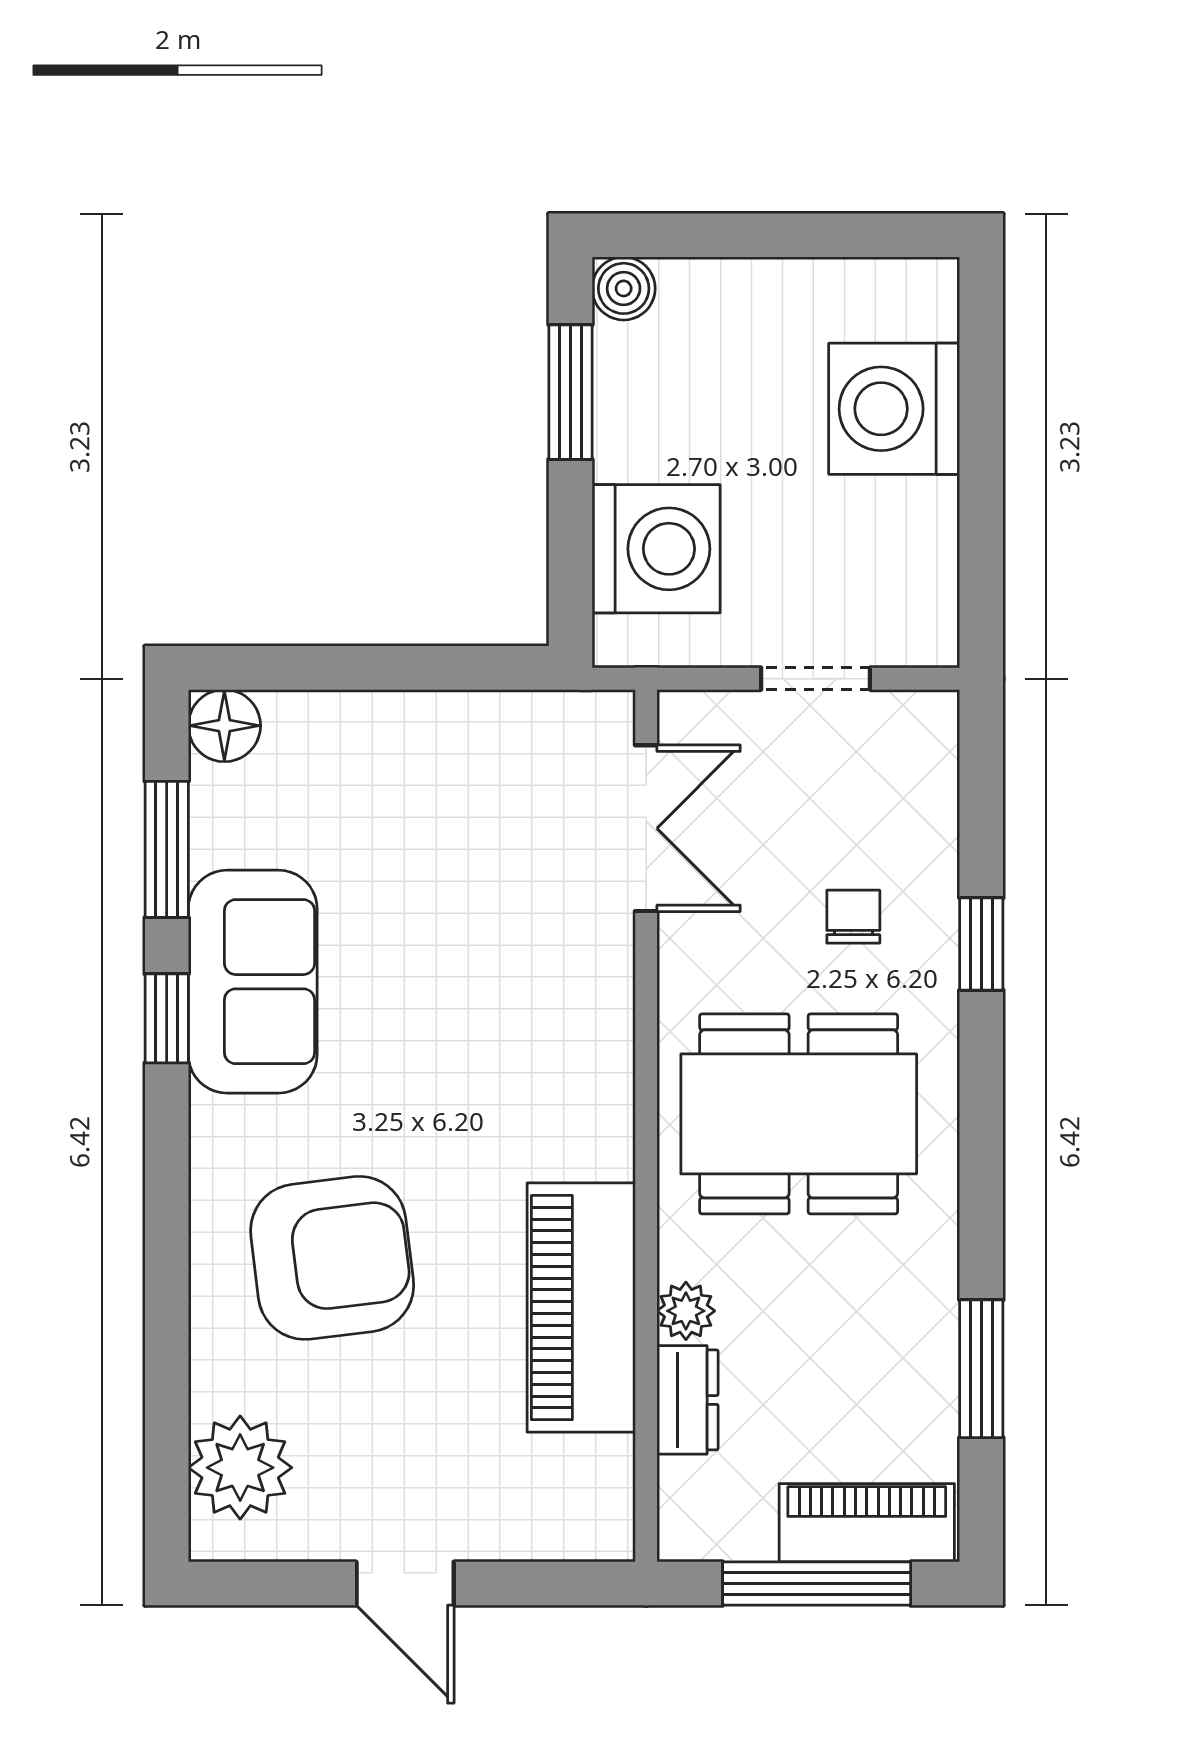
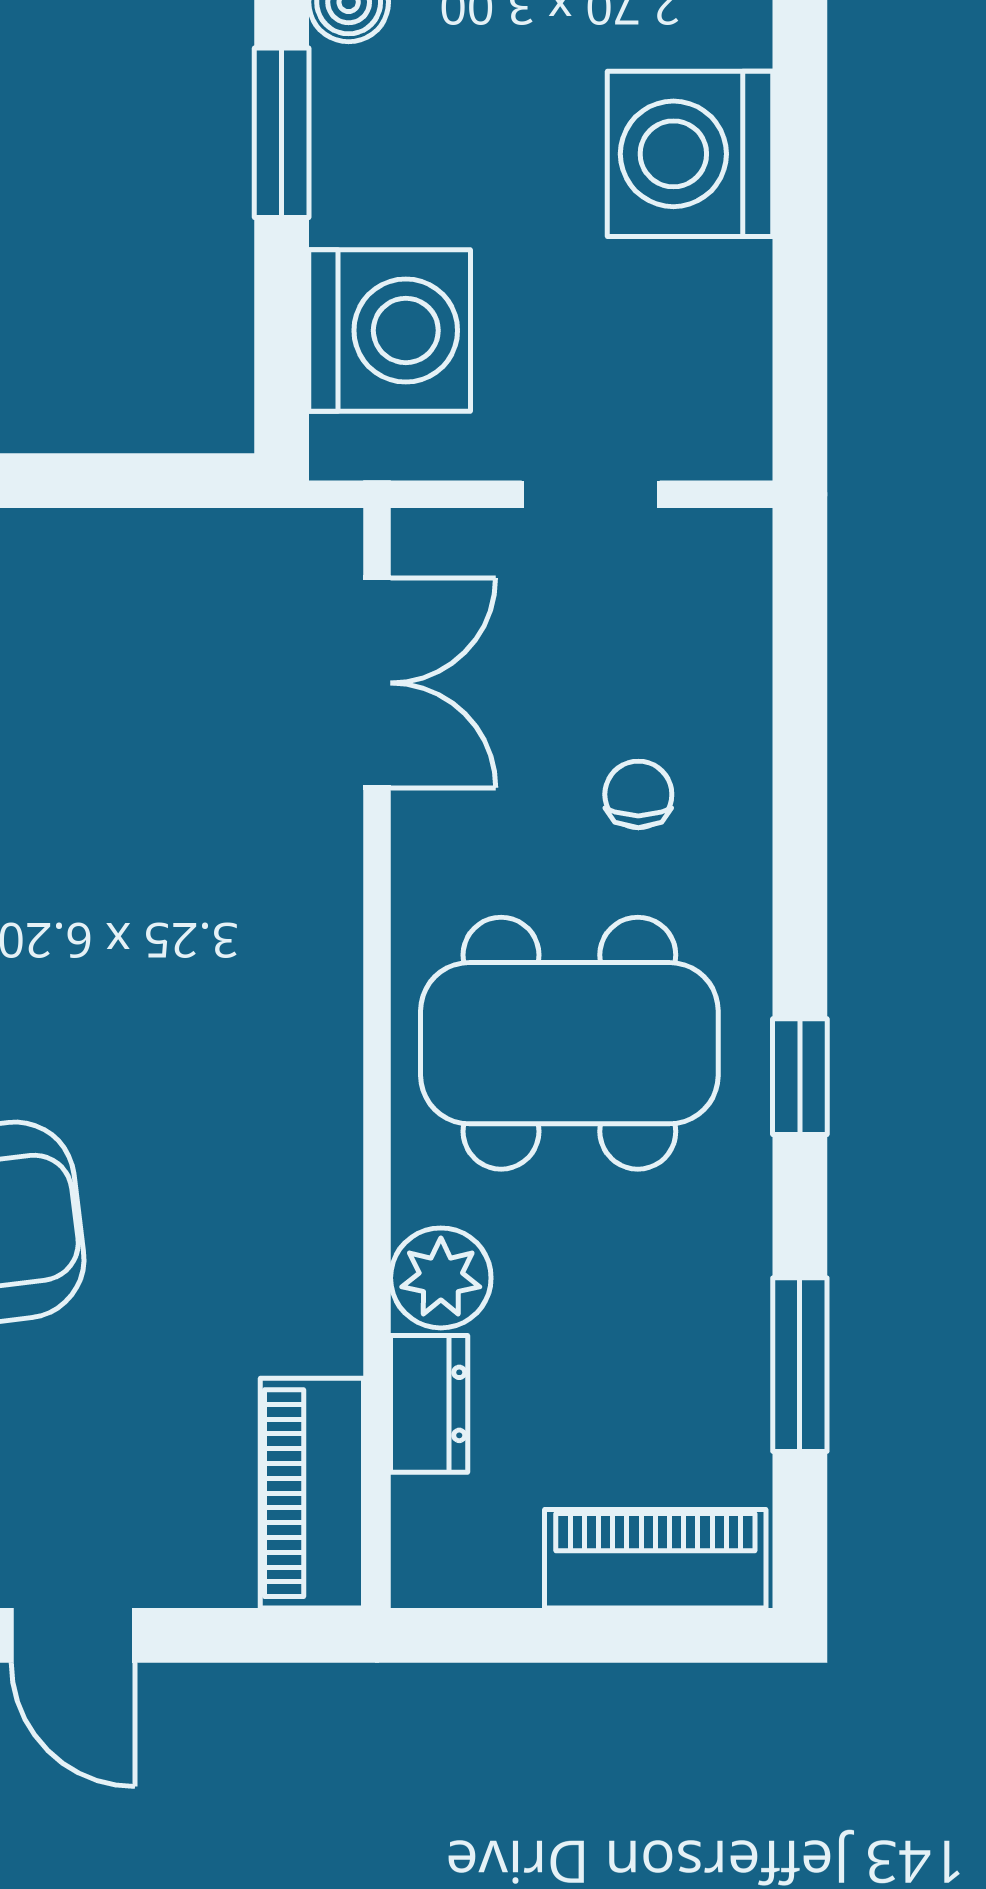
window: (981, 944) -> (800, 1077), moved
piano: (581, 1308) -> (312, 1493), moved, width x0.73, depth x0.75
plant: (686, 1311) -> (441, 1278), width x1.38, depth x1.38
window: (817, 1584) -> (592, 1635), removed

